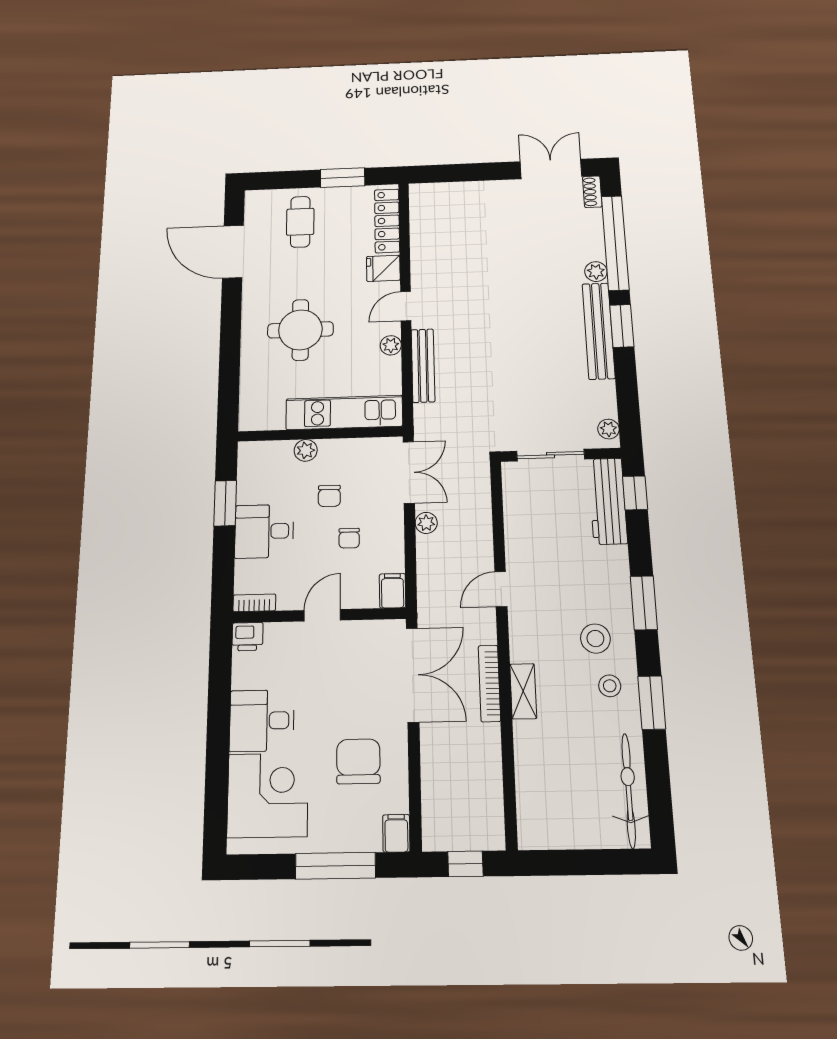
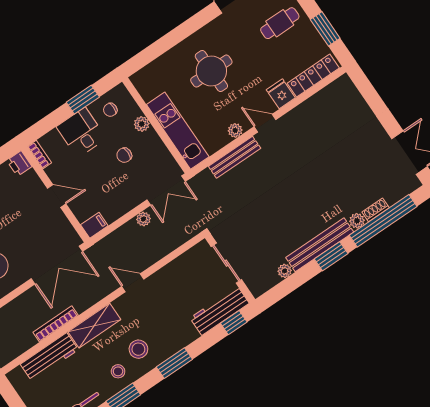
shoe rack: (592, 192) -> (376, 210), moved
plant: (608, 429) -> (285, 271), moved
chair: (349, 538) -> (110, 110), moved
bookcase: (489, 683) -> (56, 324), moved
shelving: (523, 691) -> (94, 326), width x1.50, depth x1.33
workbench: (532, 769) -> (49, 357), added

